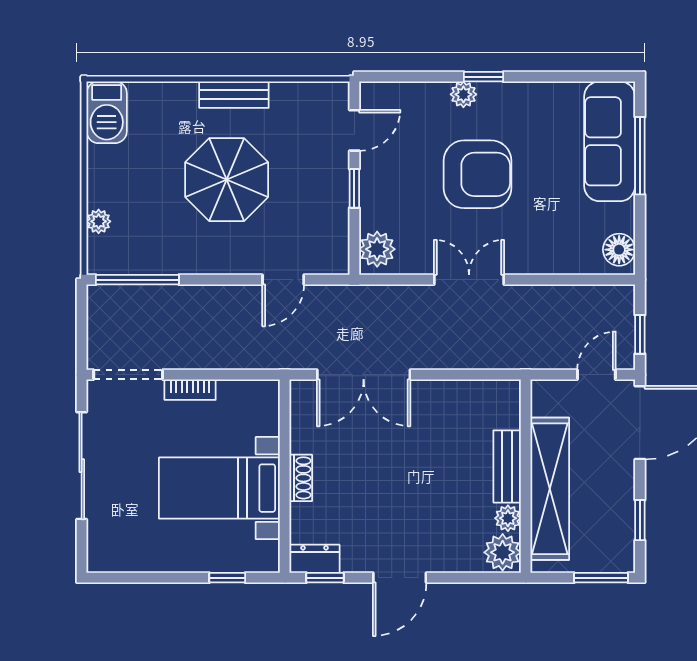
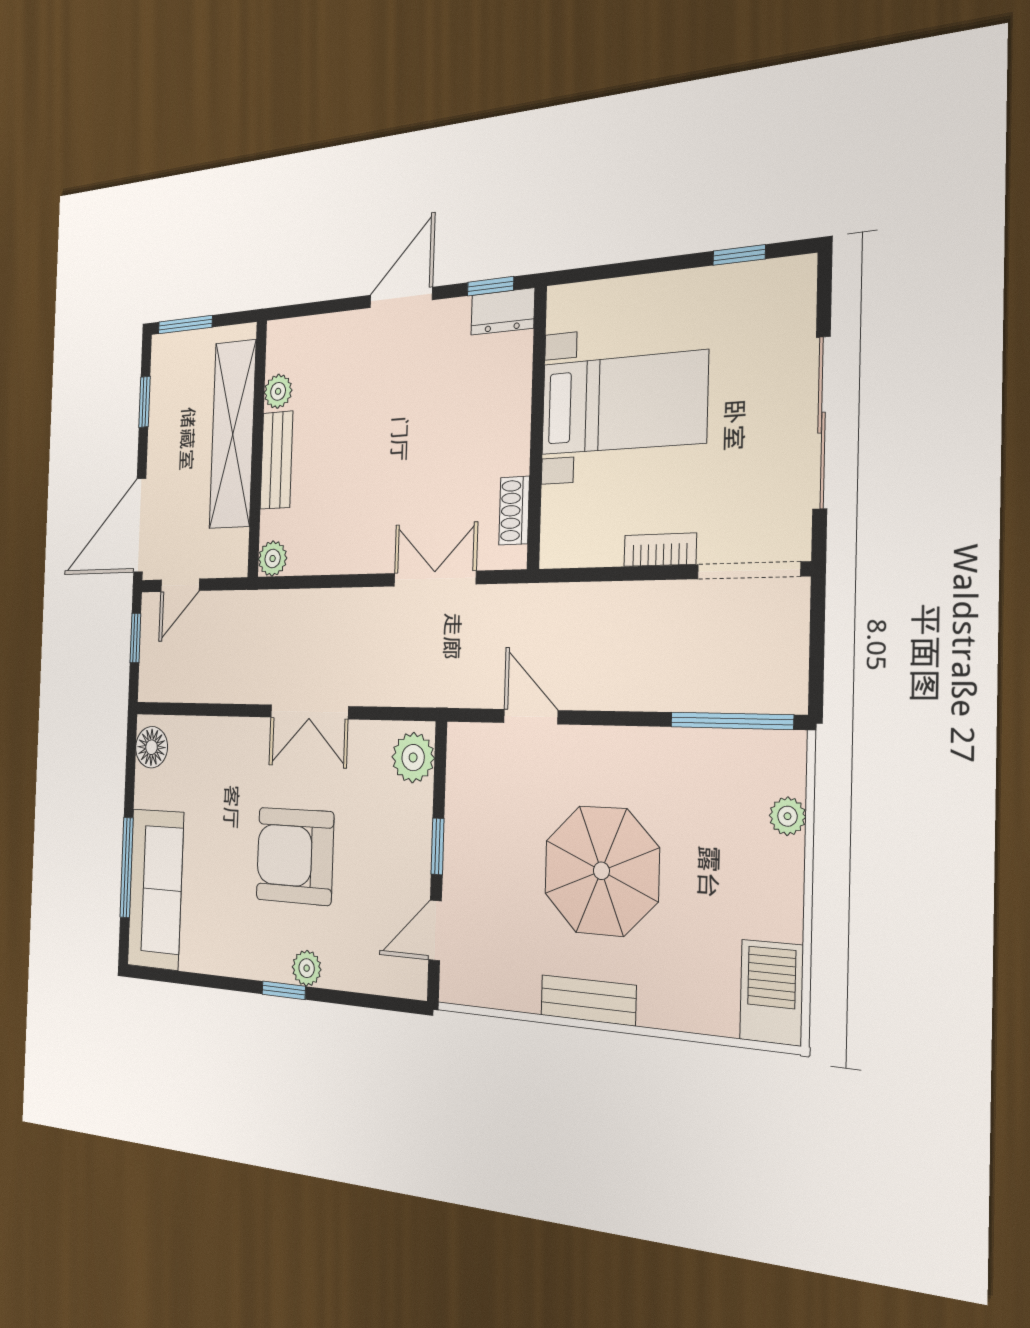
door: (283, 280) -> (531, 717), hinge flipped
double door: (364, 375) -> (435, 579), width x0.73
shoe rack: (301, 478) -> (514, 511), moved
plant: (503, 552) -> (273, 559), moved, width x0.73, depth x0.73
window: (227, 578) -> (739, 255), moved

